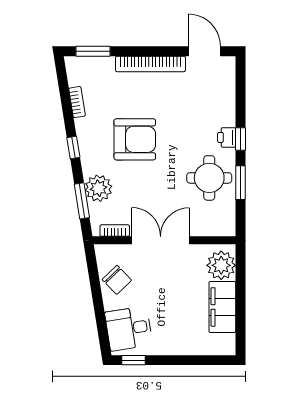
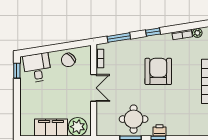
armchair: (135, 139) -> (158, 71), turned 180
plant: (98, 188) -> (197, 33), moved, width x0.53, depth x0.53
double door: (161, 240) -> (94, 88), width x0.73

